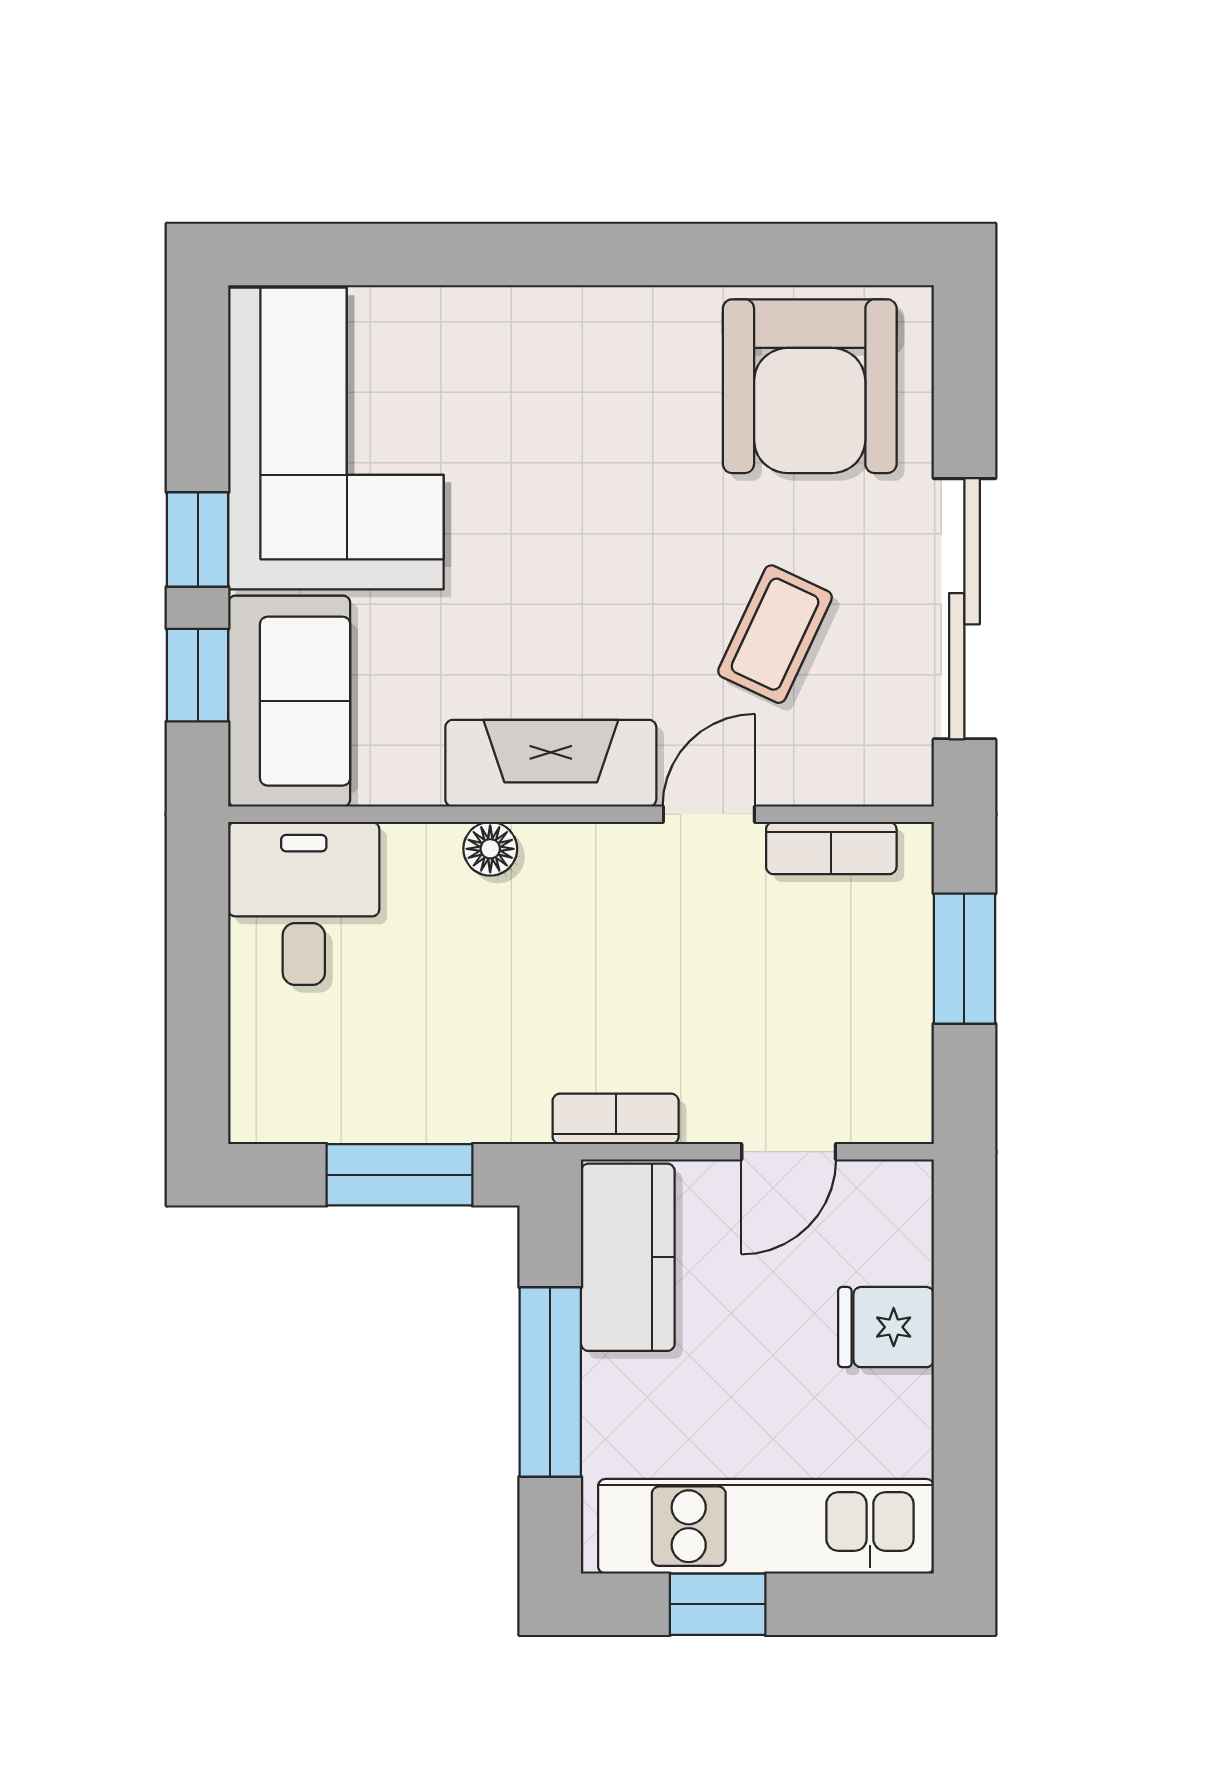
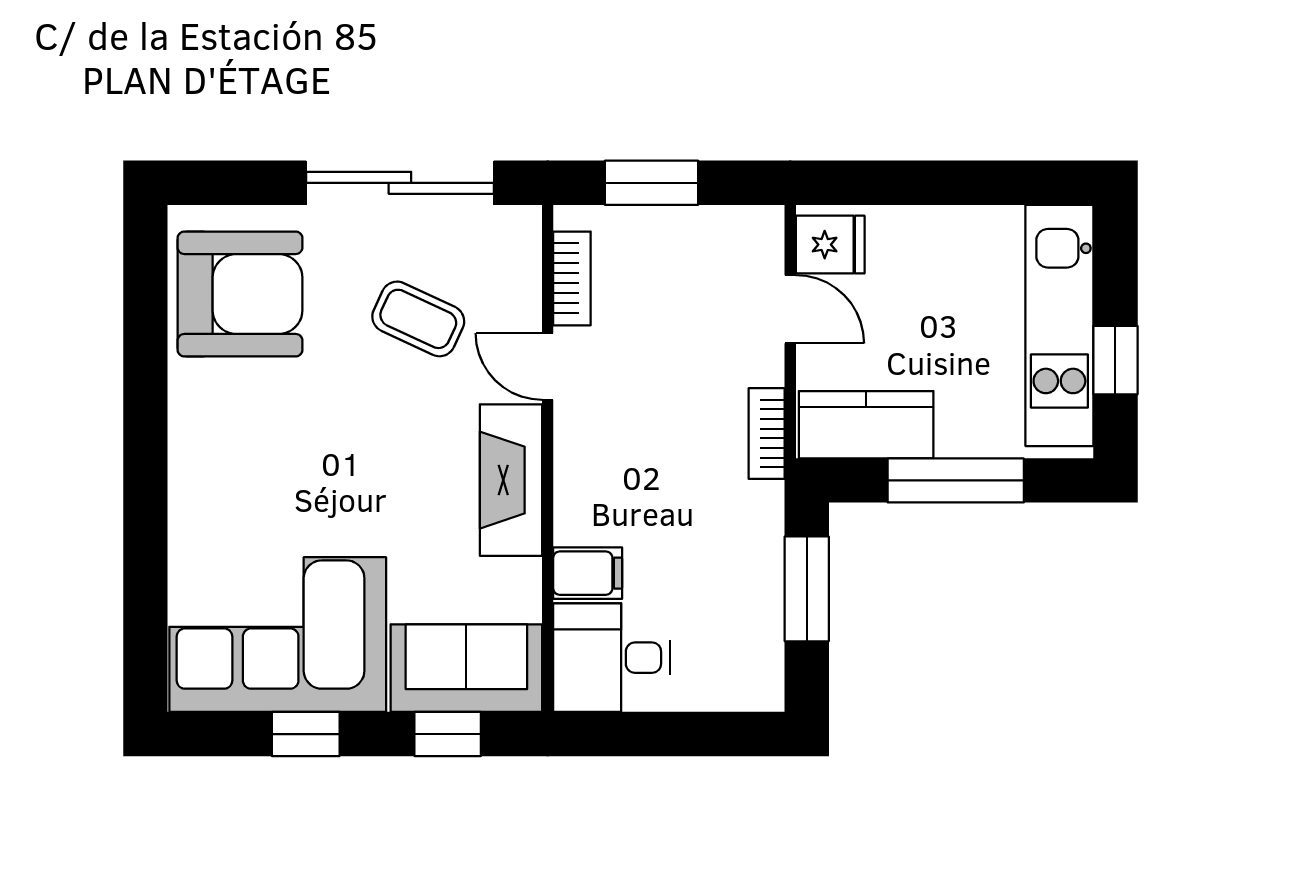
window: (198, 539) -> (306, 734), moved
floor lamp: (490, 849) -> (573, 524), removed
filing cabinet: (421, 870) -> (588, 573), added
fridge: (886, 1327) -> (830, 245), moved, turned -90

